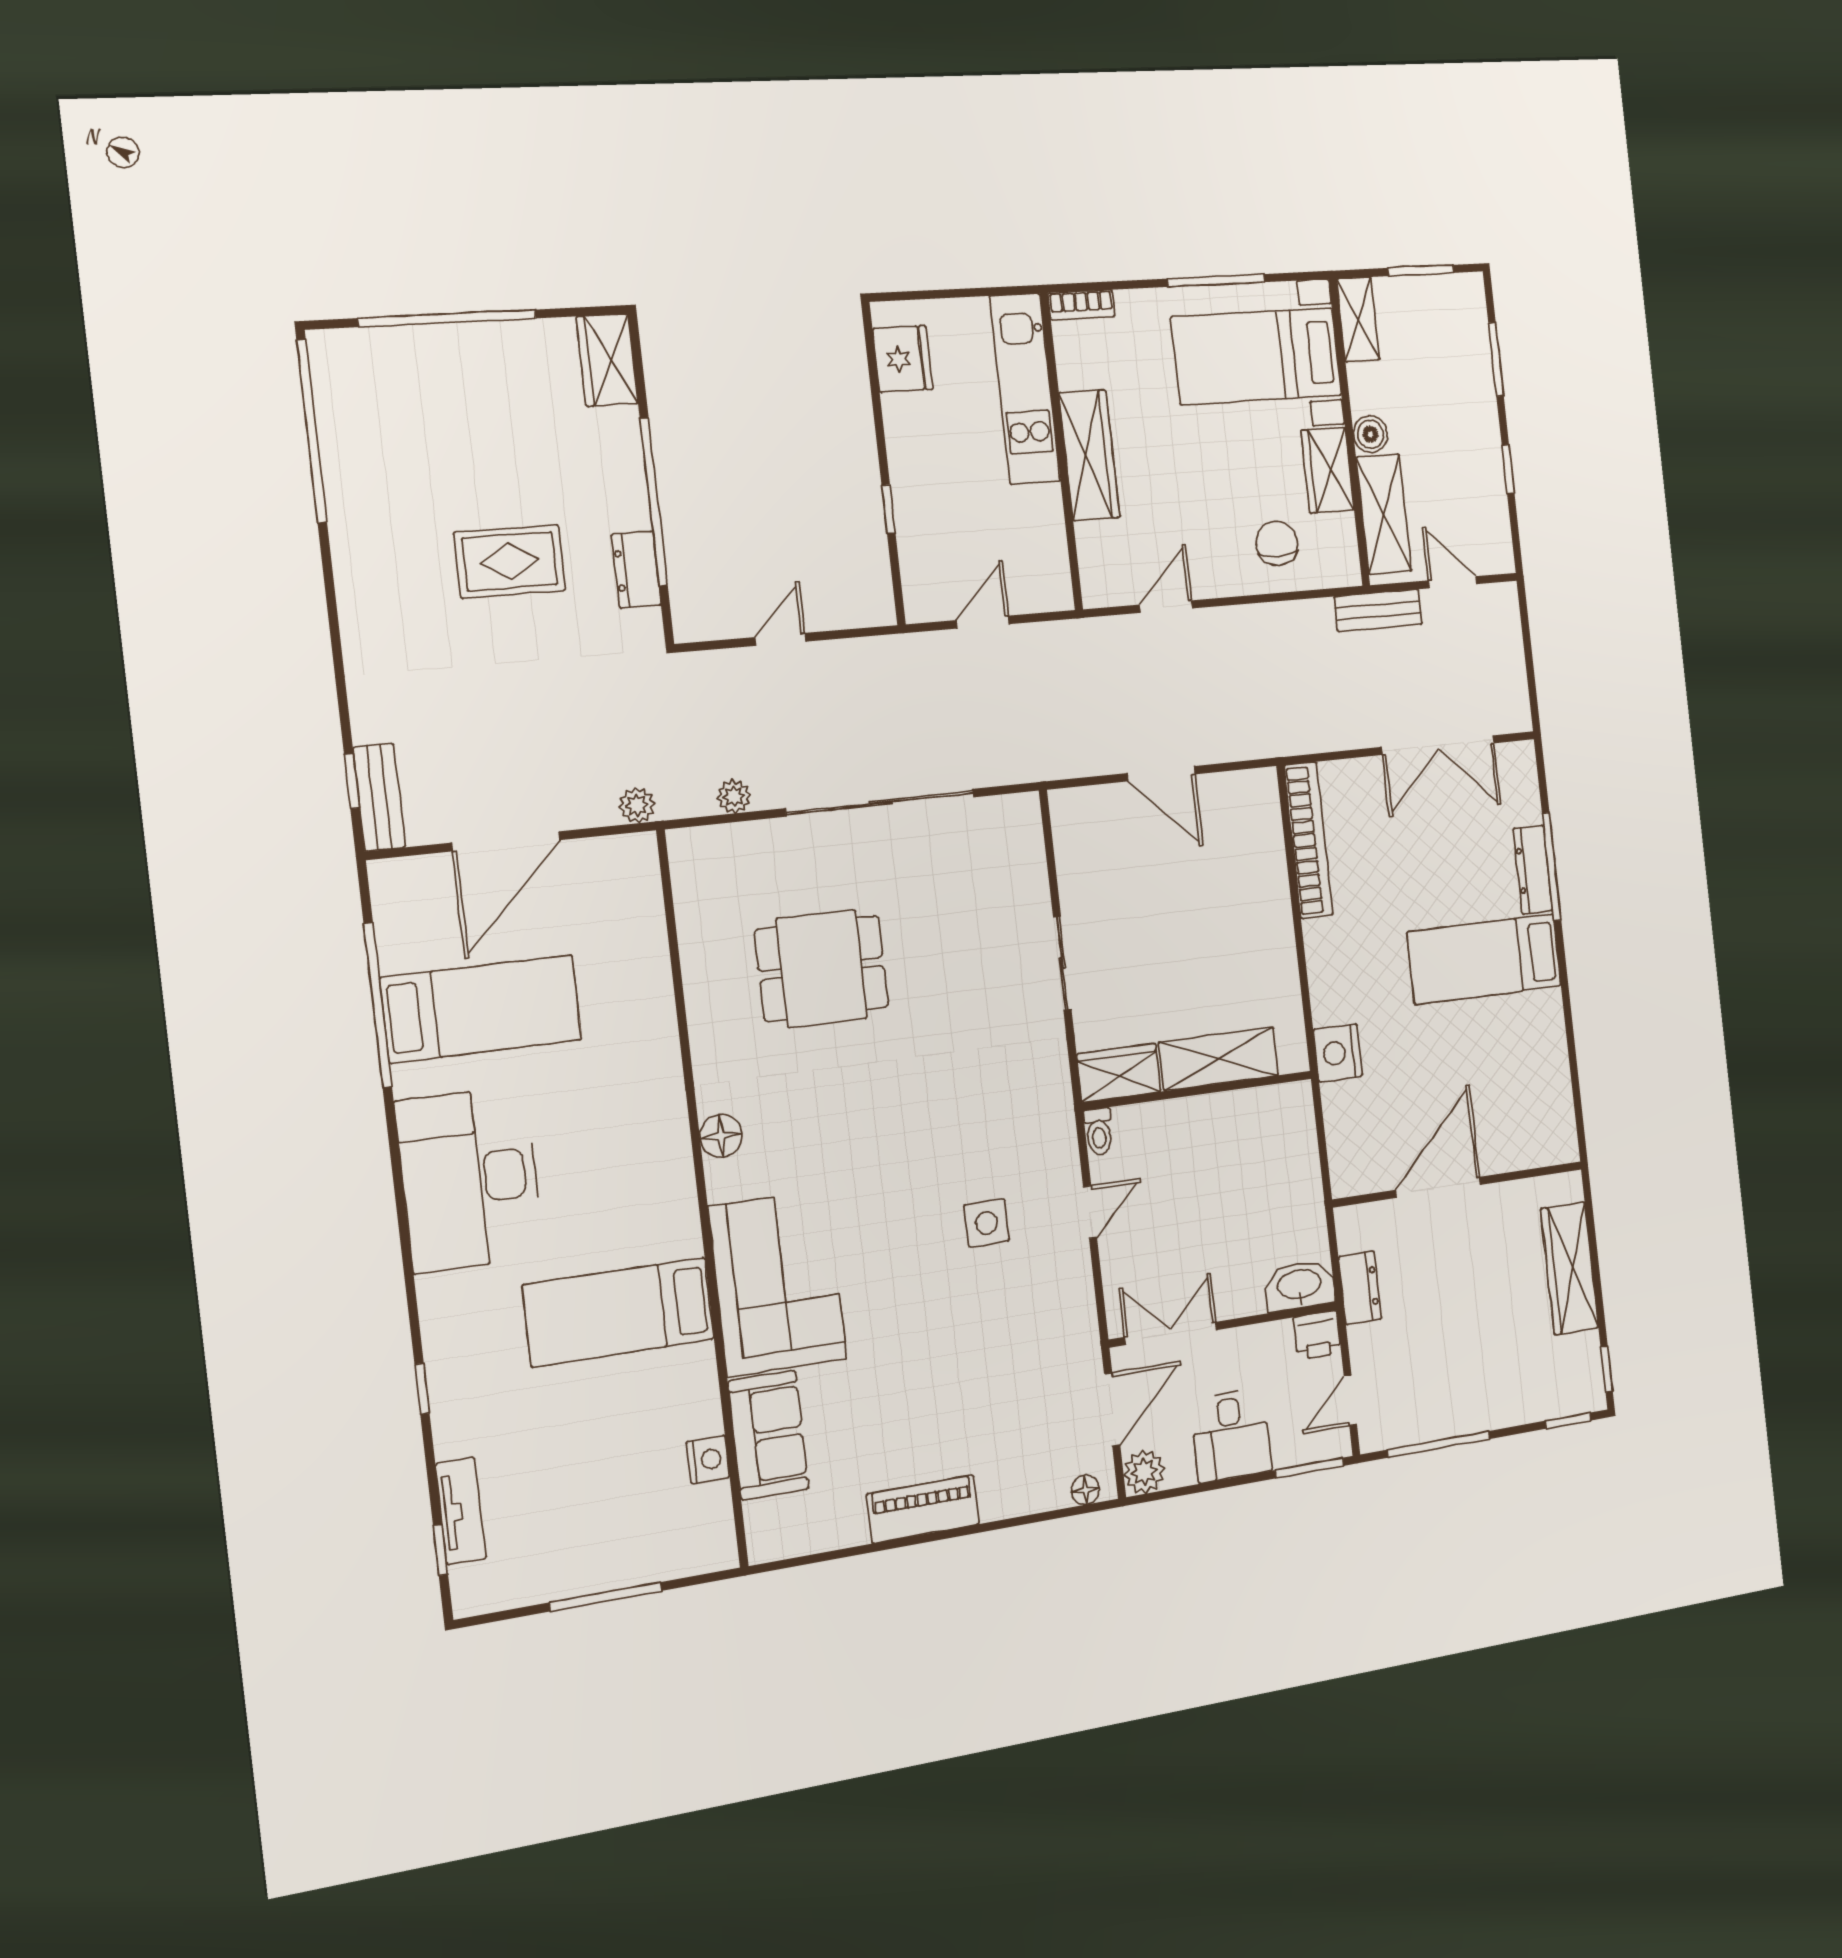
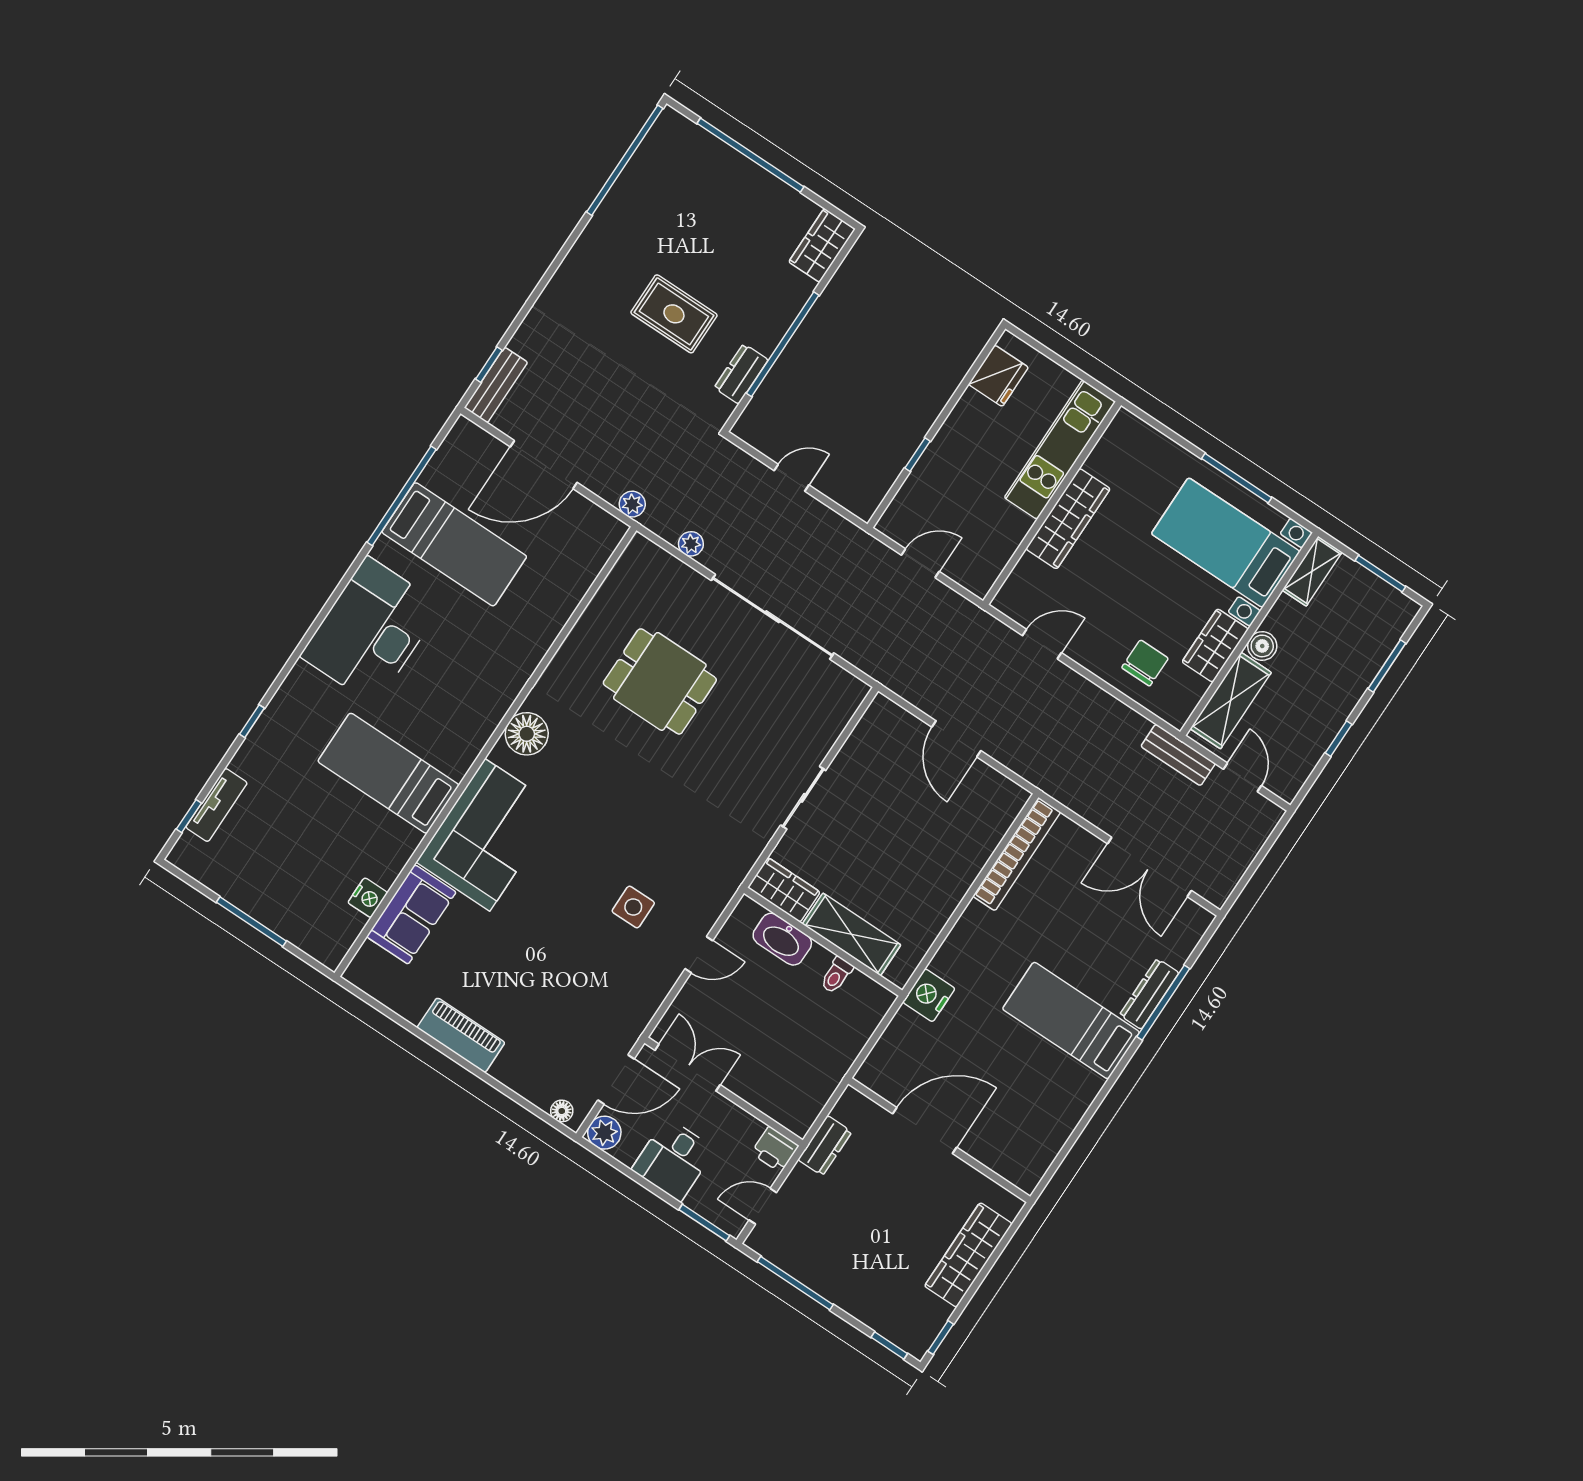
bookcase: (1081, 305) -> (1137, 428), removed
toilet: (1099, 1132) -> (836, 975), moved
floor lamp: (721, 1136) -> (527, 734), width x1.38, depth x1.38
washbasin: (1300, 1285) -> (782, 939), moved, turned 180

